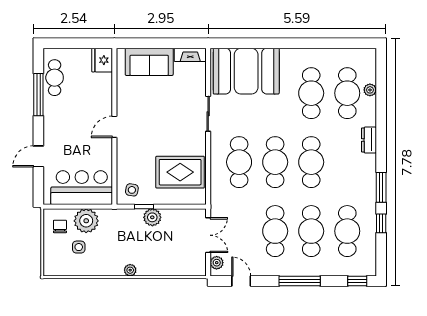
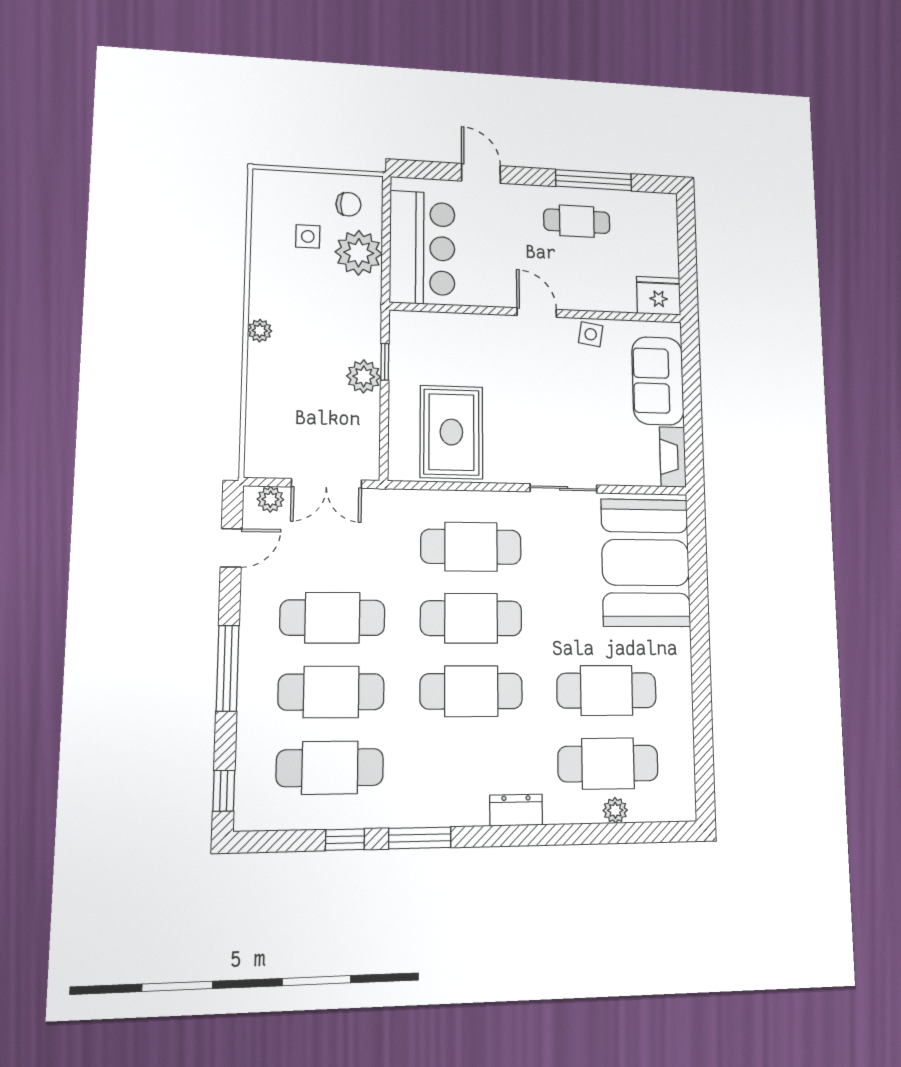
cafe table: (55, 78) -> (577, 221), moved
side table: (132, 190) -> (591, 334), moved

